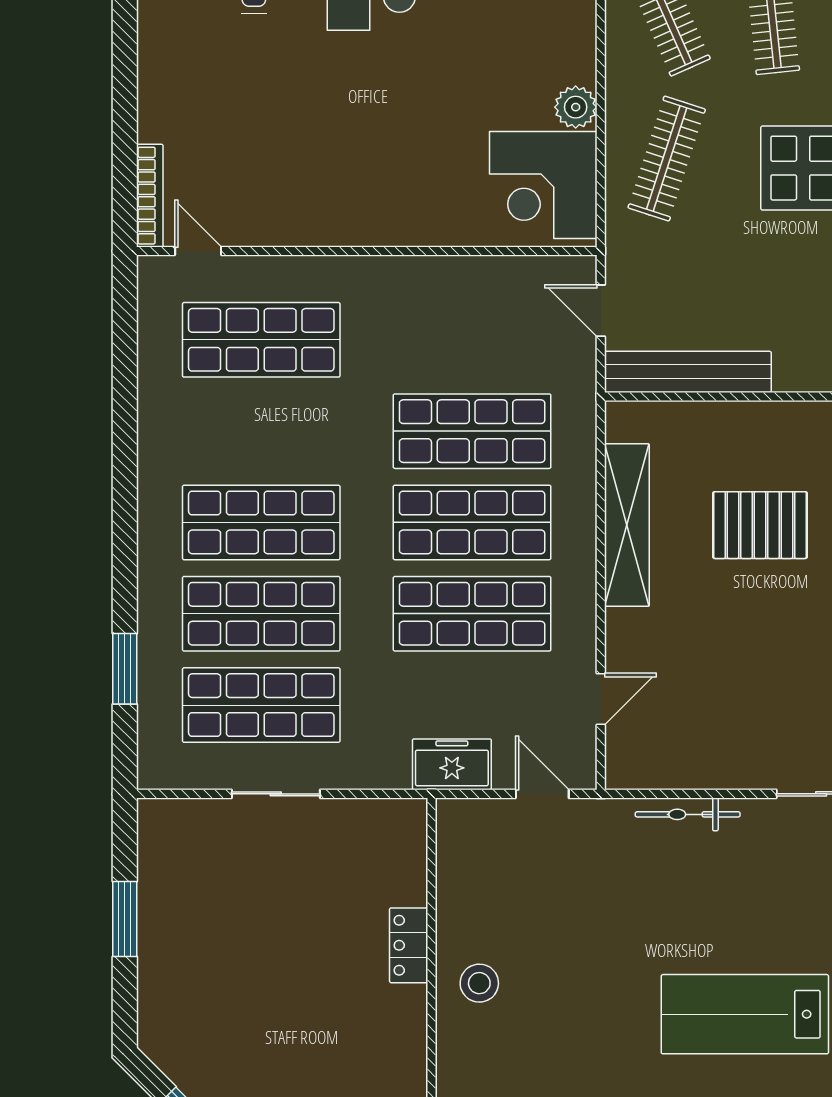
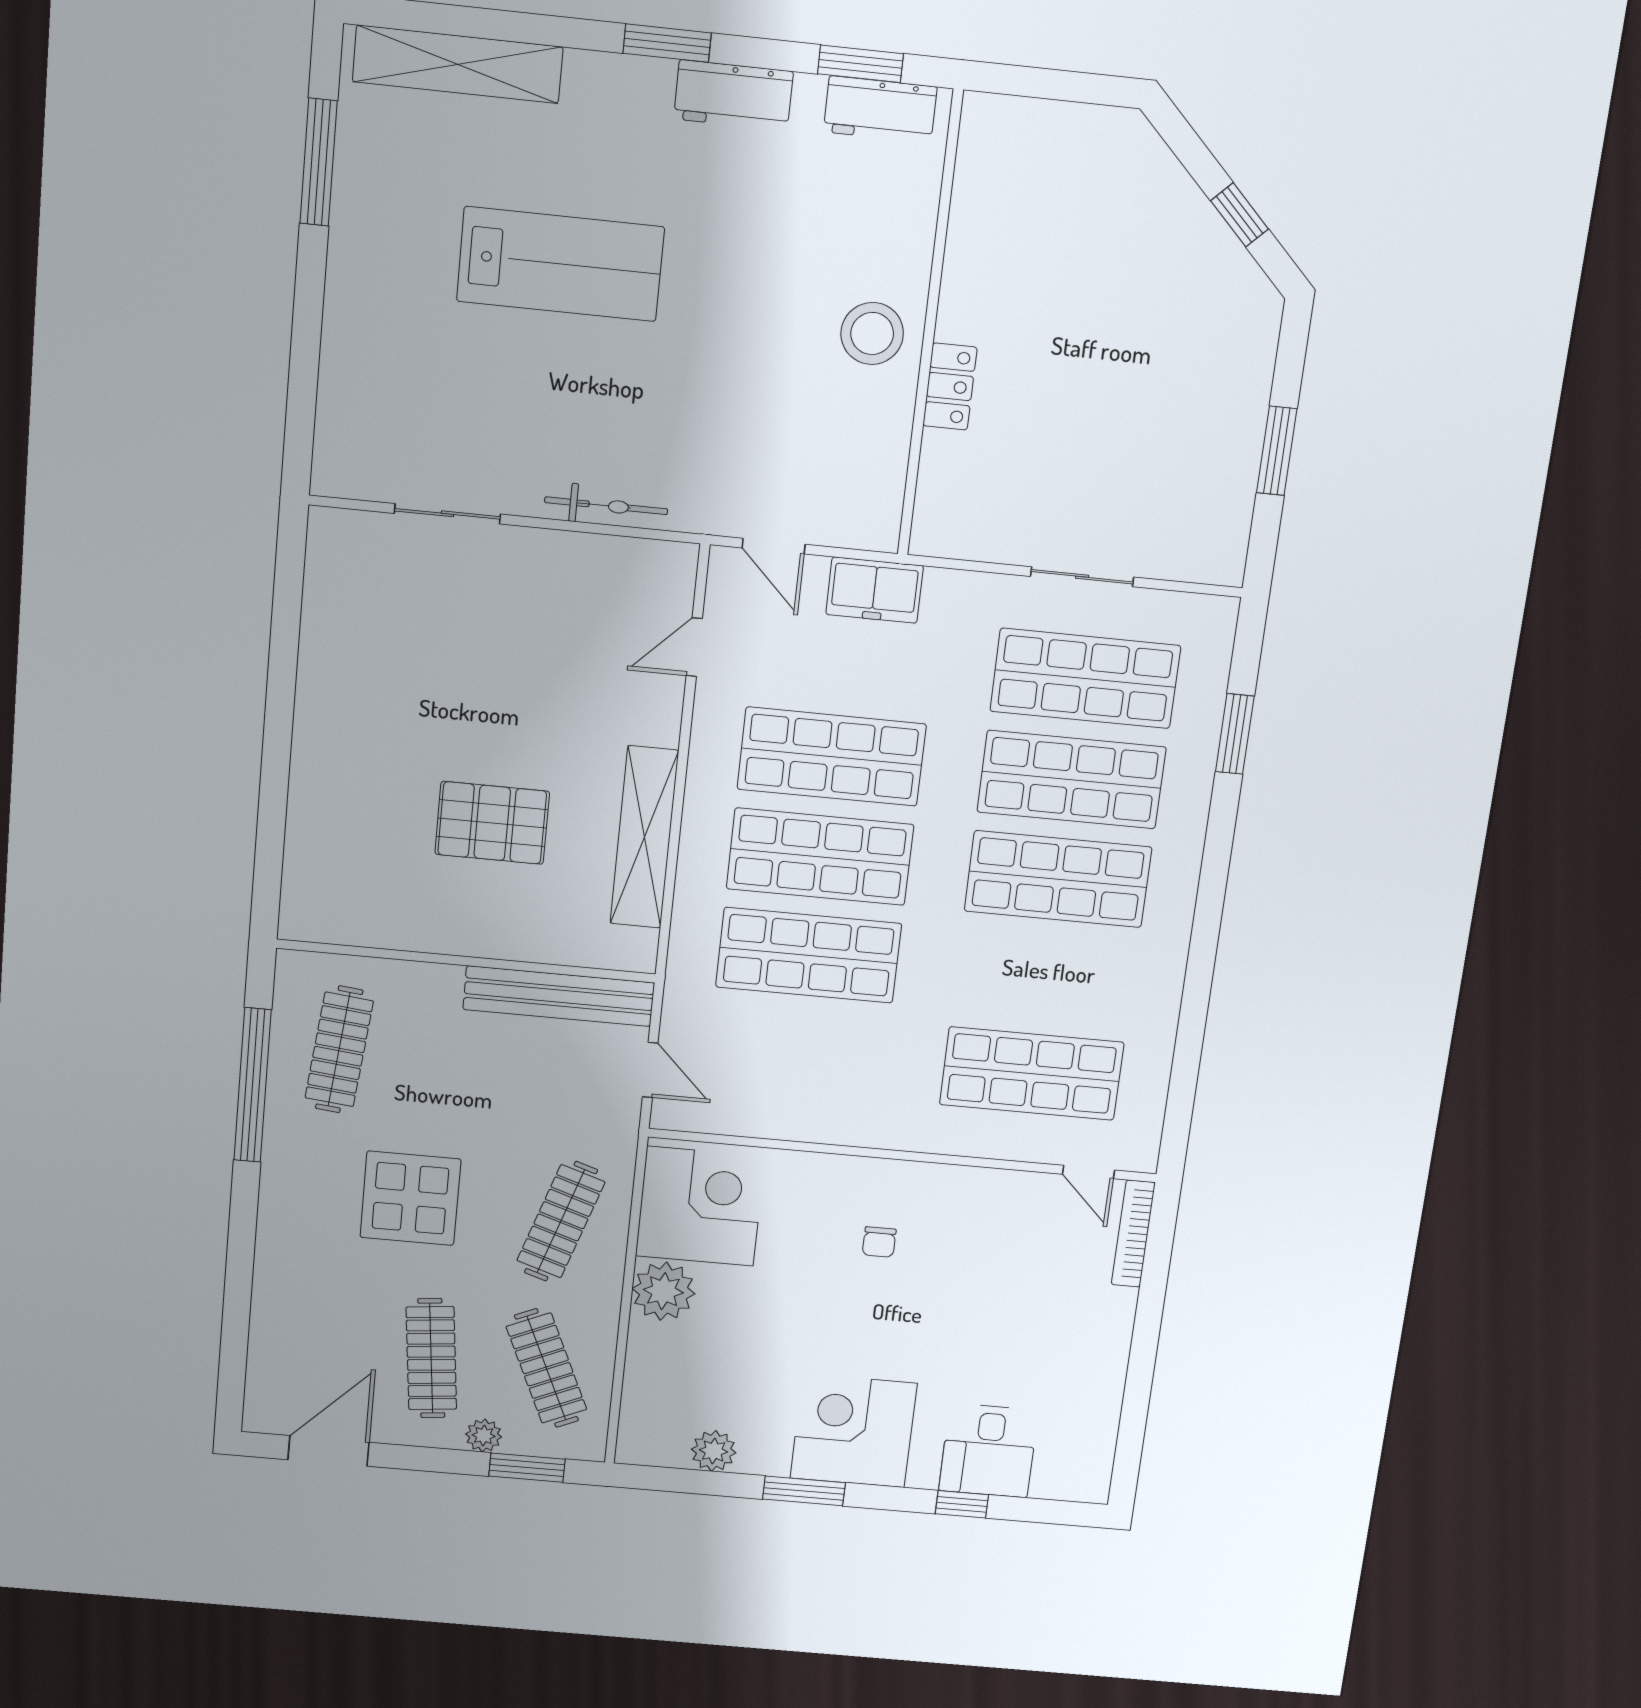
plant: (576, 107) -> (663, 1291), width x1.36, depth x1.36
chair: (378, 166) -> (879, 1242), added
stool: (479, 983) -> (872, 333), width x1.38, depth x1.38

